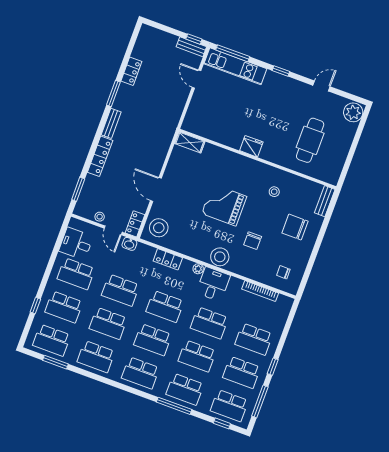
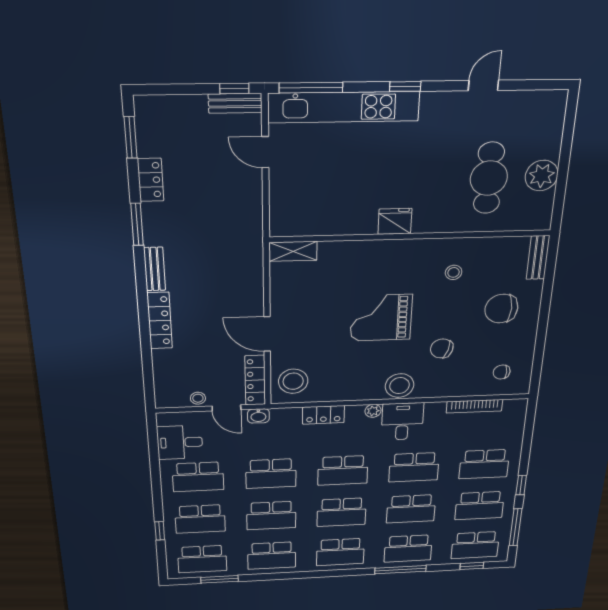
kitchen unit: (235, 66) -> (344, 107), width x1.36
plant: (353, 112) -> (542, 176), moved
window: (78, 189) -> (131, 137), moved
locker: (135, 224) -> (255, 380), width x1.53
chair: (253, 241) -> (442, 348), turned 106

